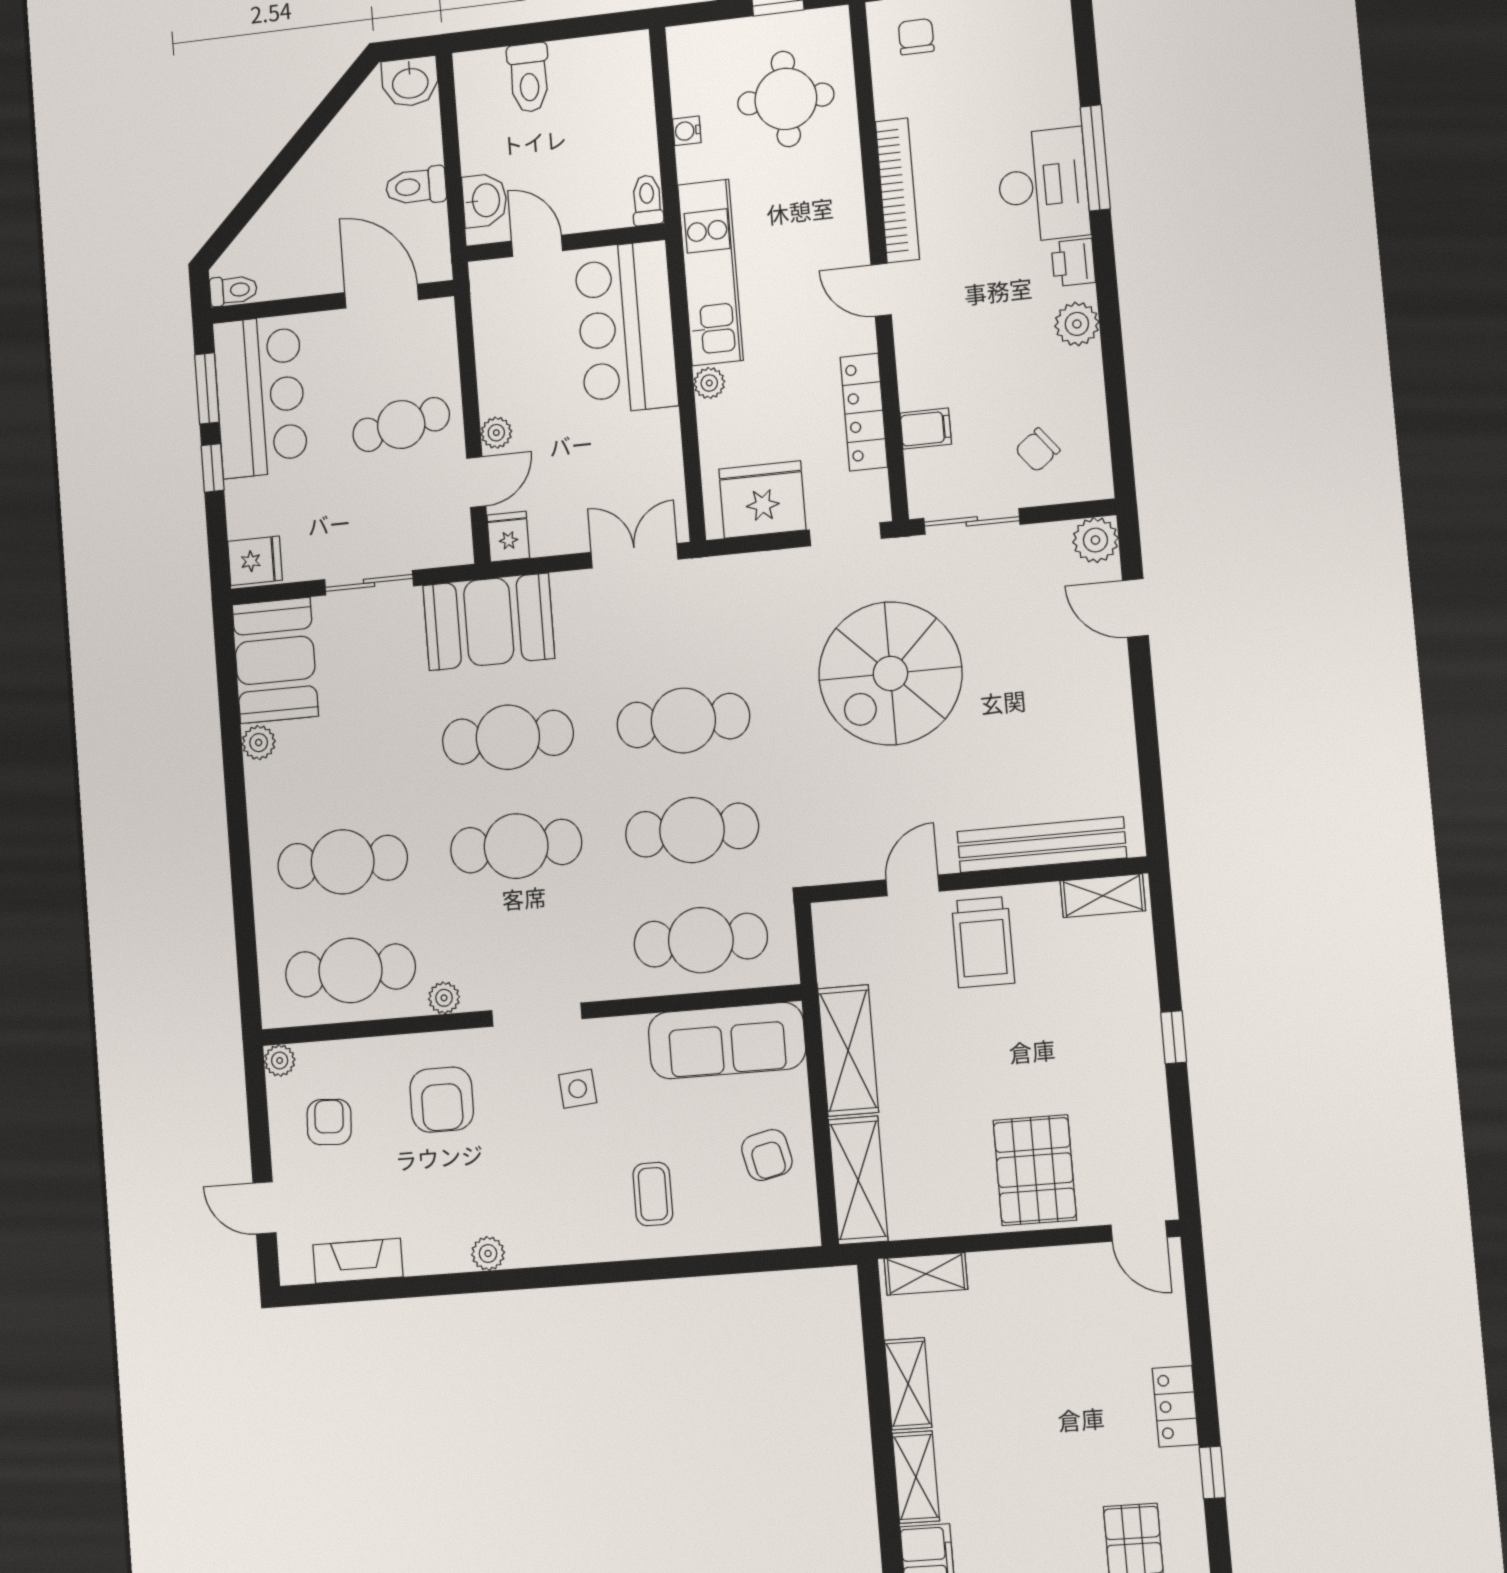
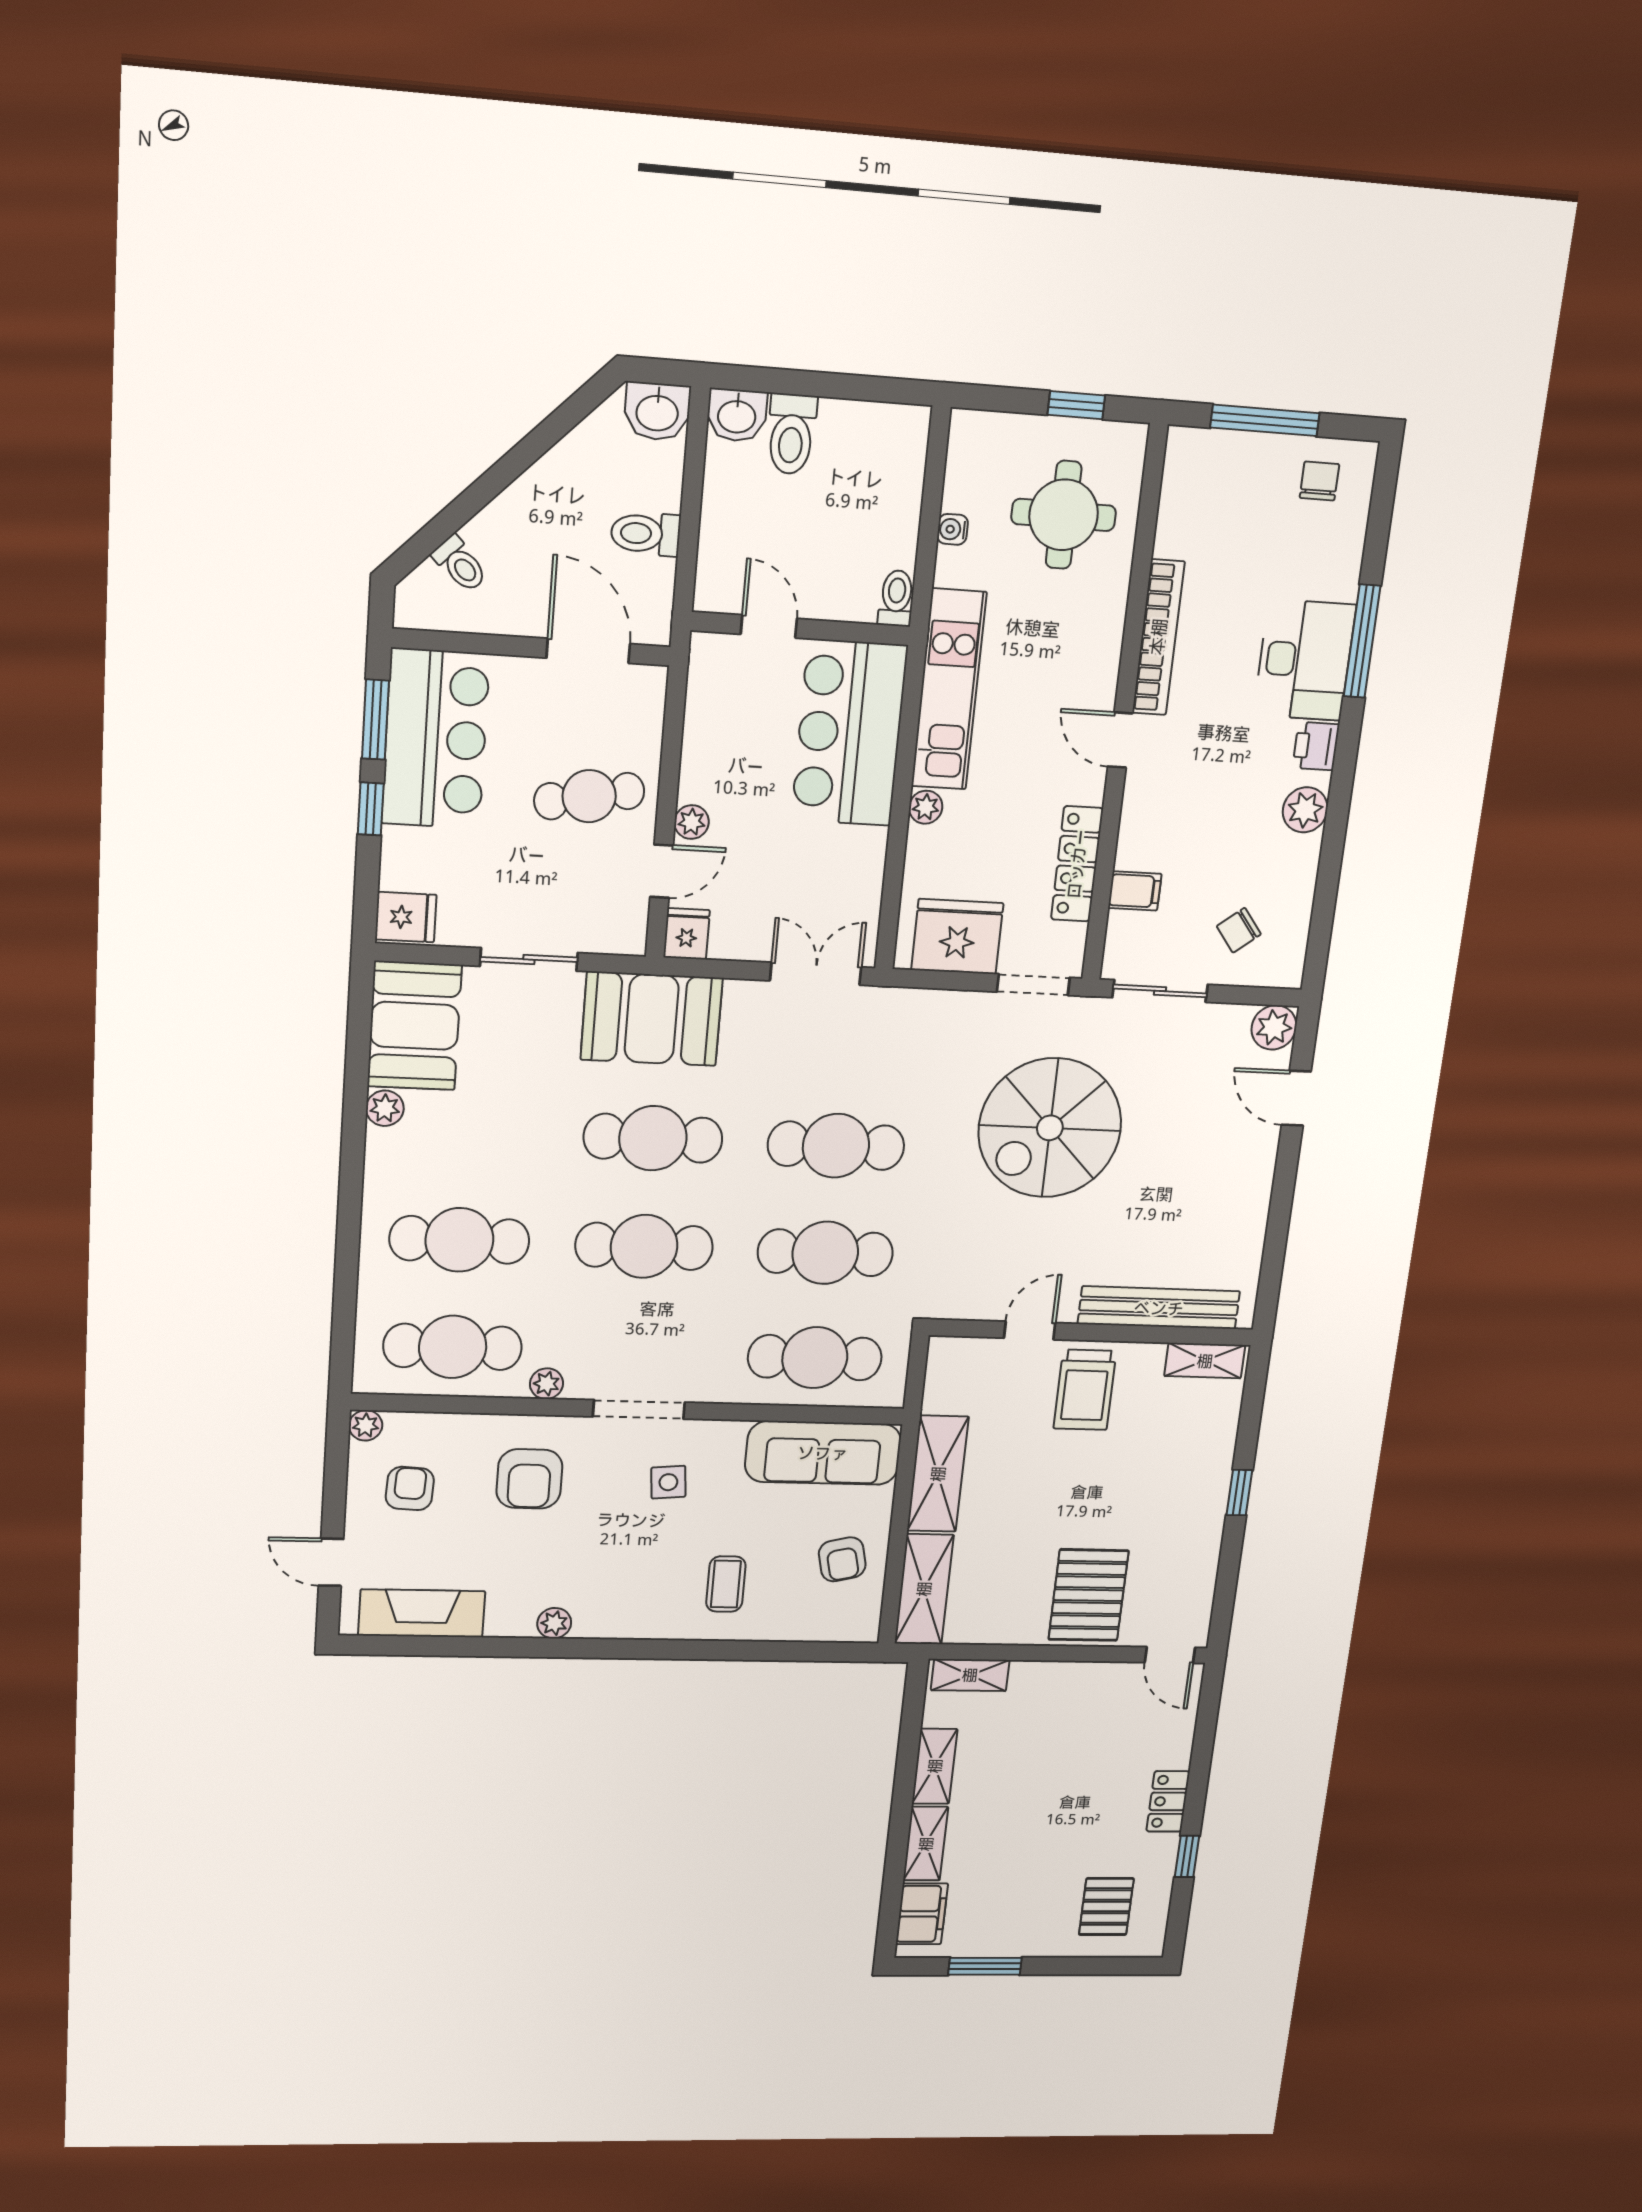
chair: (916, 37) -> (1319, 481), moved
washbasin: (485, 200) -> (737, 415), moved, turned 90
toilet: (233, 290) -> (460, 564), moved, turned 45
fireplace: (358, 1261) -> (422, 1613), width x1.37, depth x1.32

